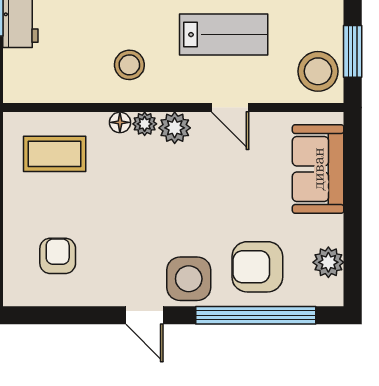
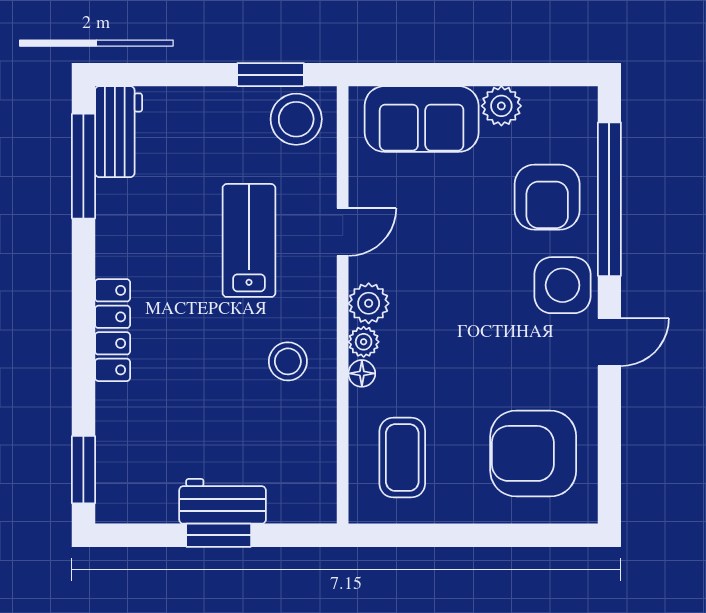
armchair: (58, 256) -> (533, 453), width x1.88, depth x1.88
plant: (328, 262) -> (501, 106), moved

